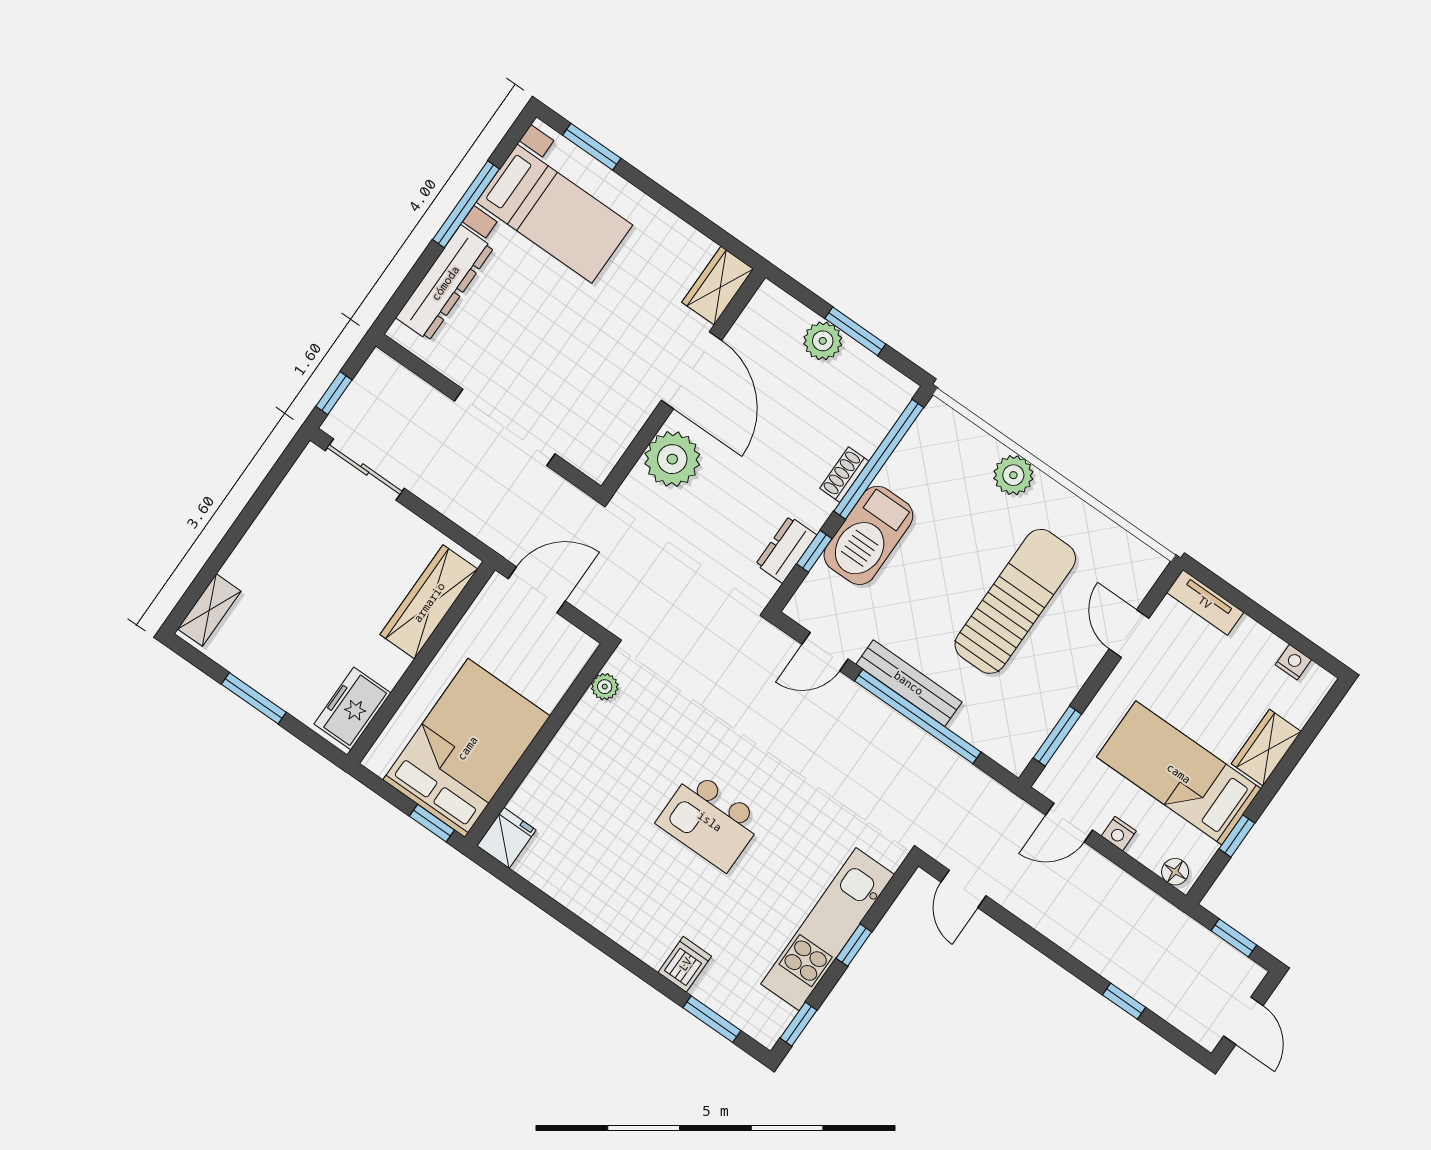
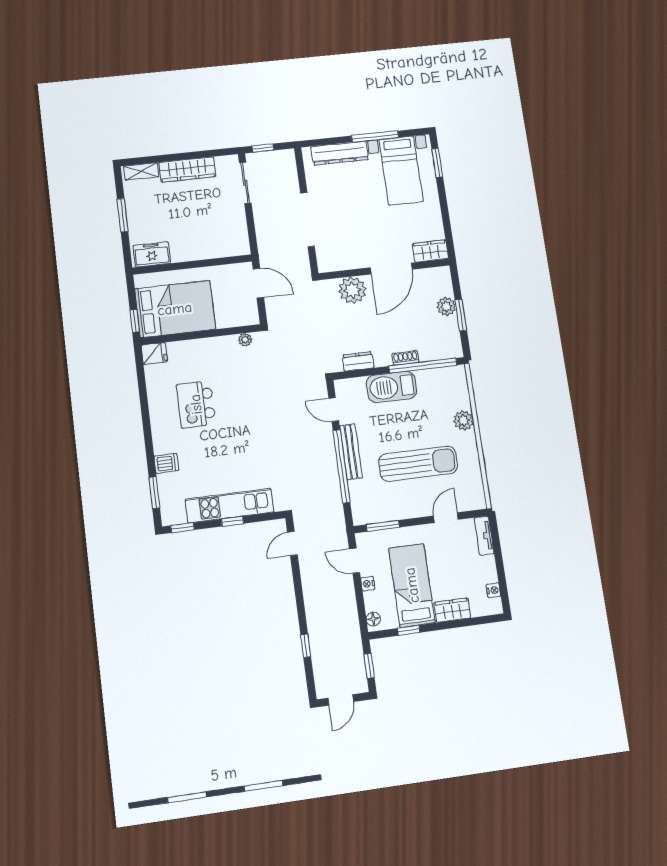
window: (814, 551) -> (367, 372), removed
wardrobe: (429, 602) -> (187, 170), moved, turned 180
kitchen island: (710, 821) -> (196, 404), moved

